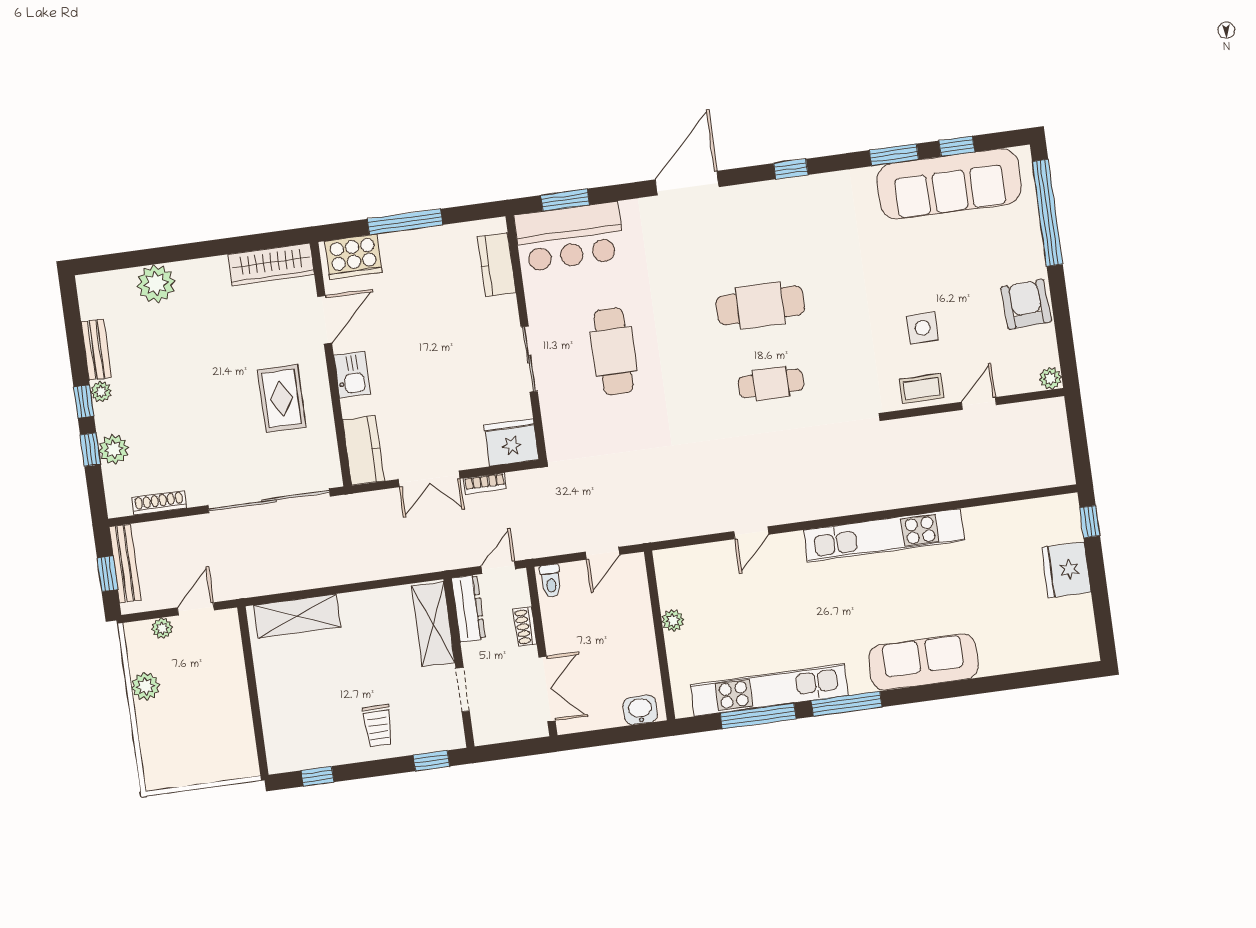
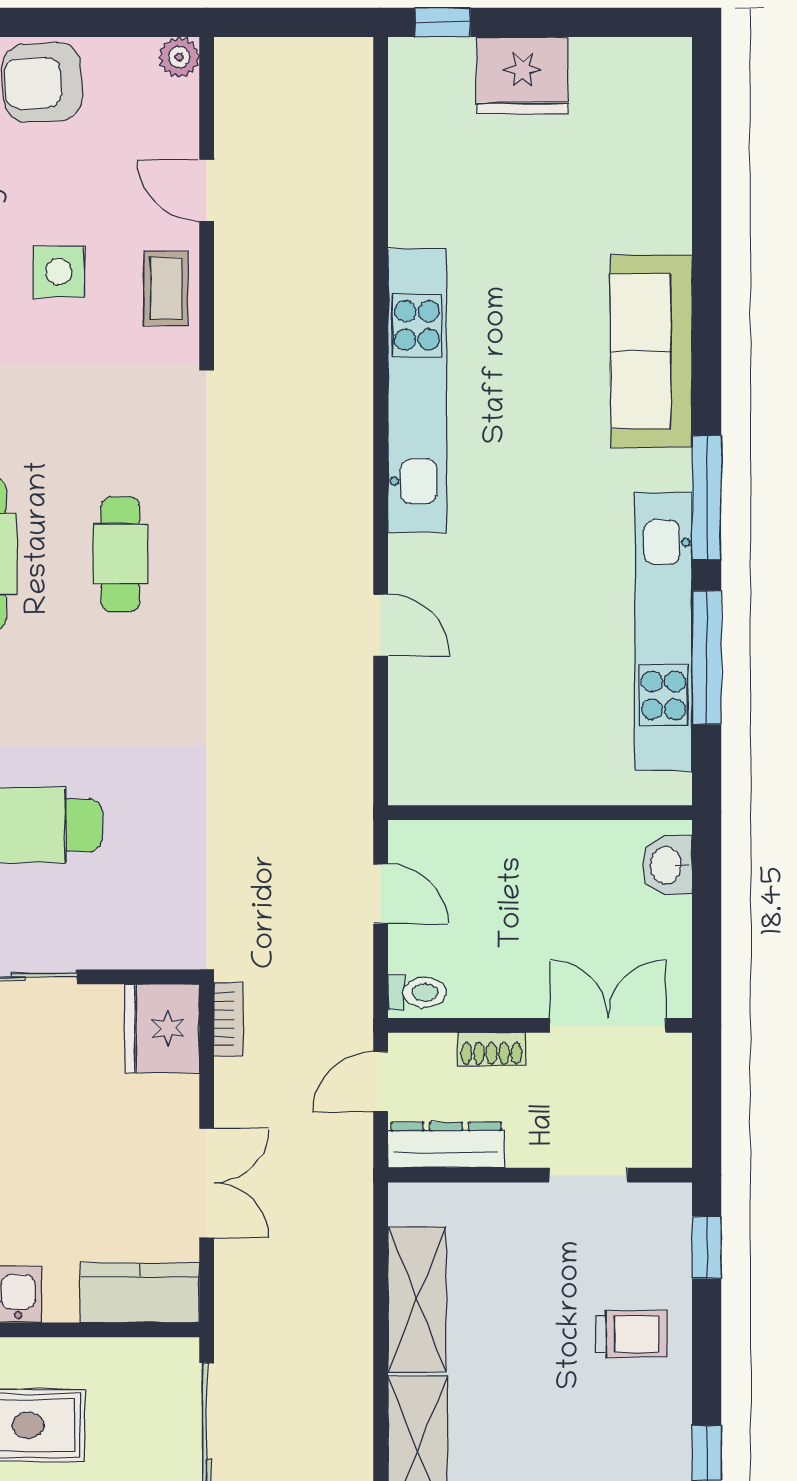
bookcase: (485, 484) -> (228, 1019), moved
door: (498, 568) -> (381, 1082), hinge flipped
plant: (673, 620) -> (517, 785), removed
shelving: (433, 624) -> (417, 1299), moved, turned 90

